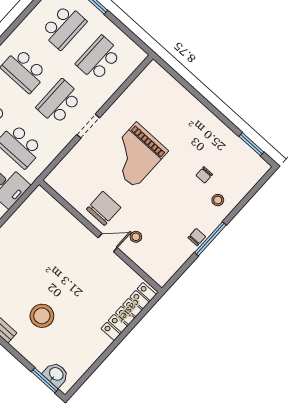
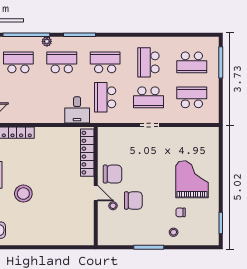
school desk: (59, 102) -> (148, 97), turned 180
grand piano: (136, 155) -> (192, 179), moved, turned 90
chair: (197, 237) -> (133, 201), moved, width x1.87, depth x1.87
locker: (129, 311) -> (87, 153), moved, turned -90

